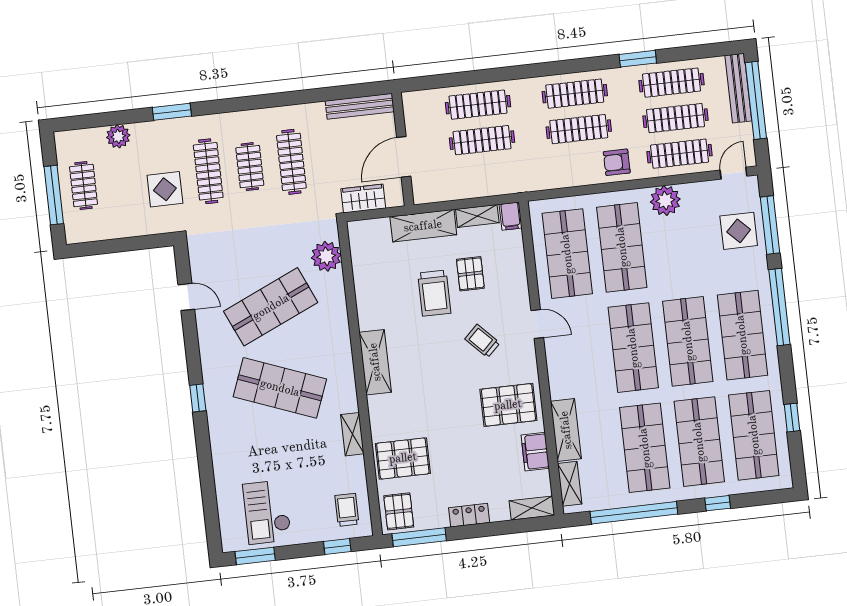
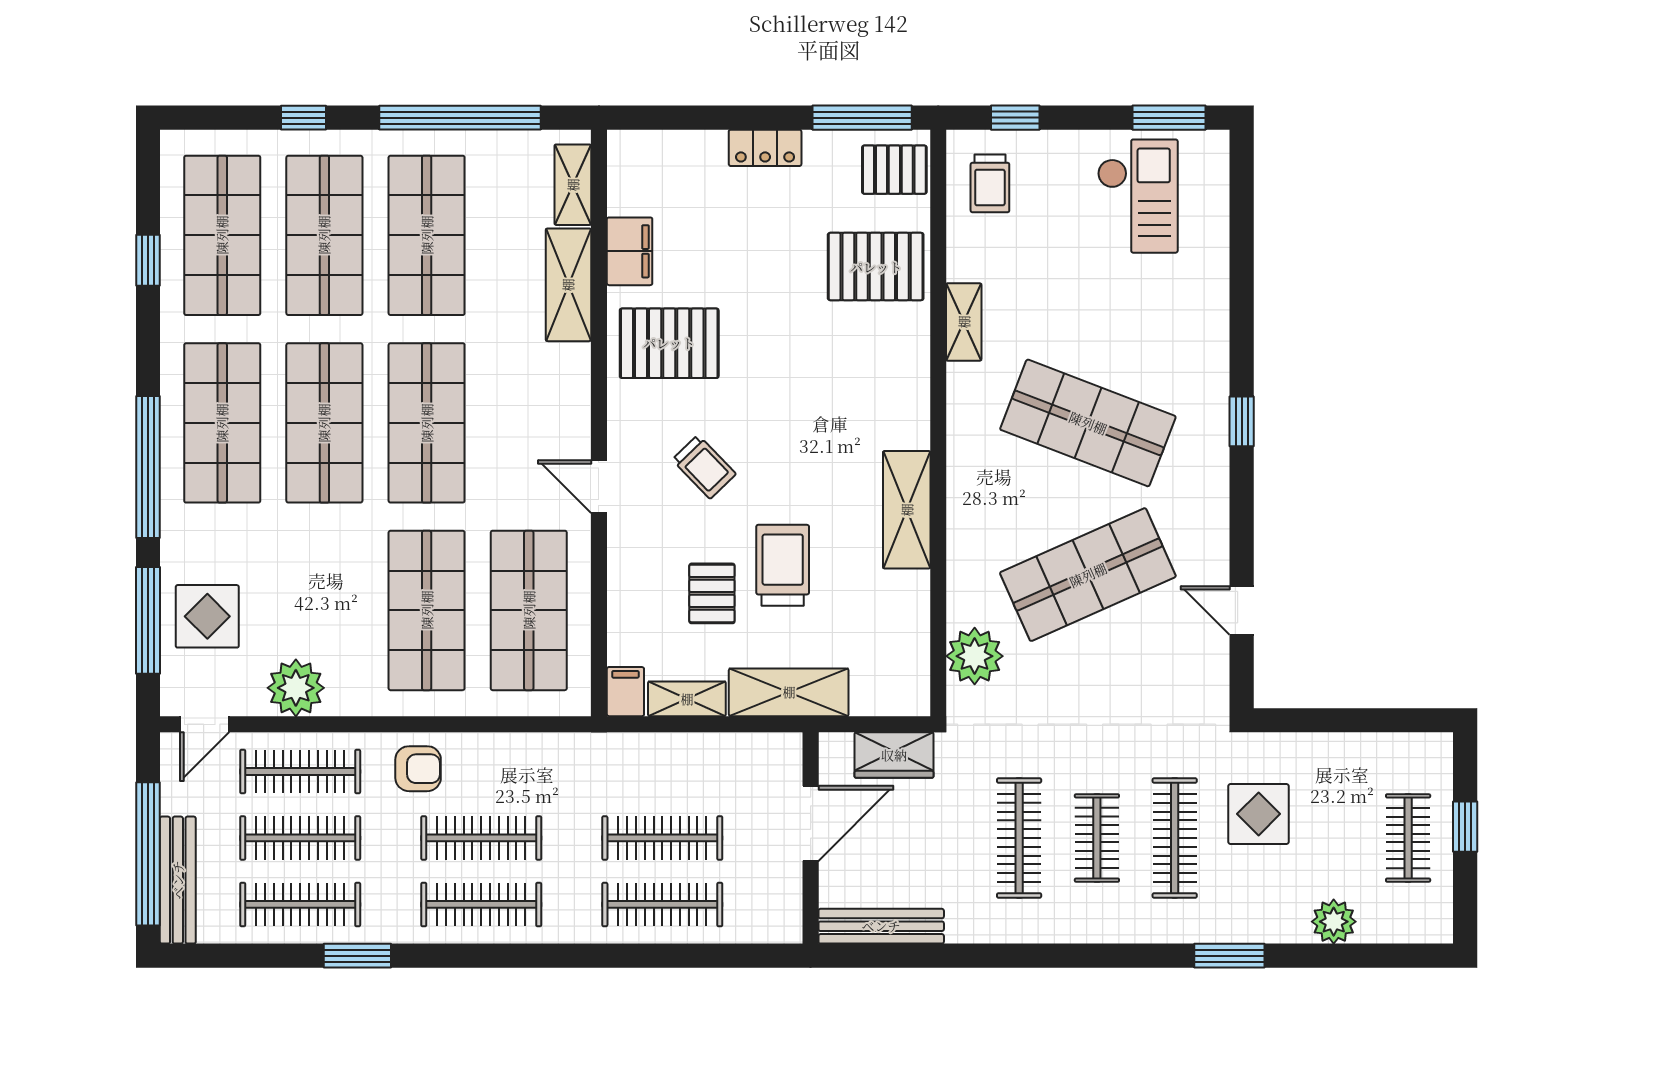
window: (54, 195) -> (1465, 827), width x0.46
plant: (665, 201) -> (296, 688), moved
shelving: (375, 362) -> (907, 510), moved
shelving: (532, 508) -> (648, 148), removed
pallet: (399, 511) -> (894, 170), turned 90

